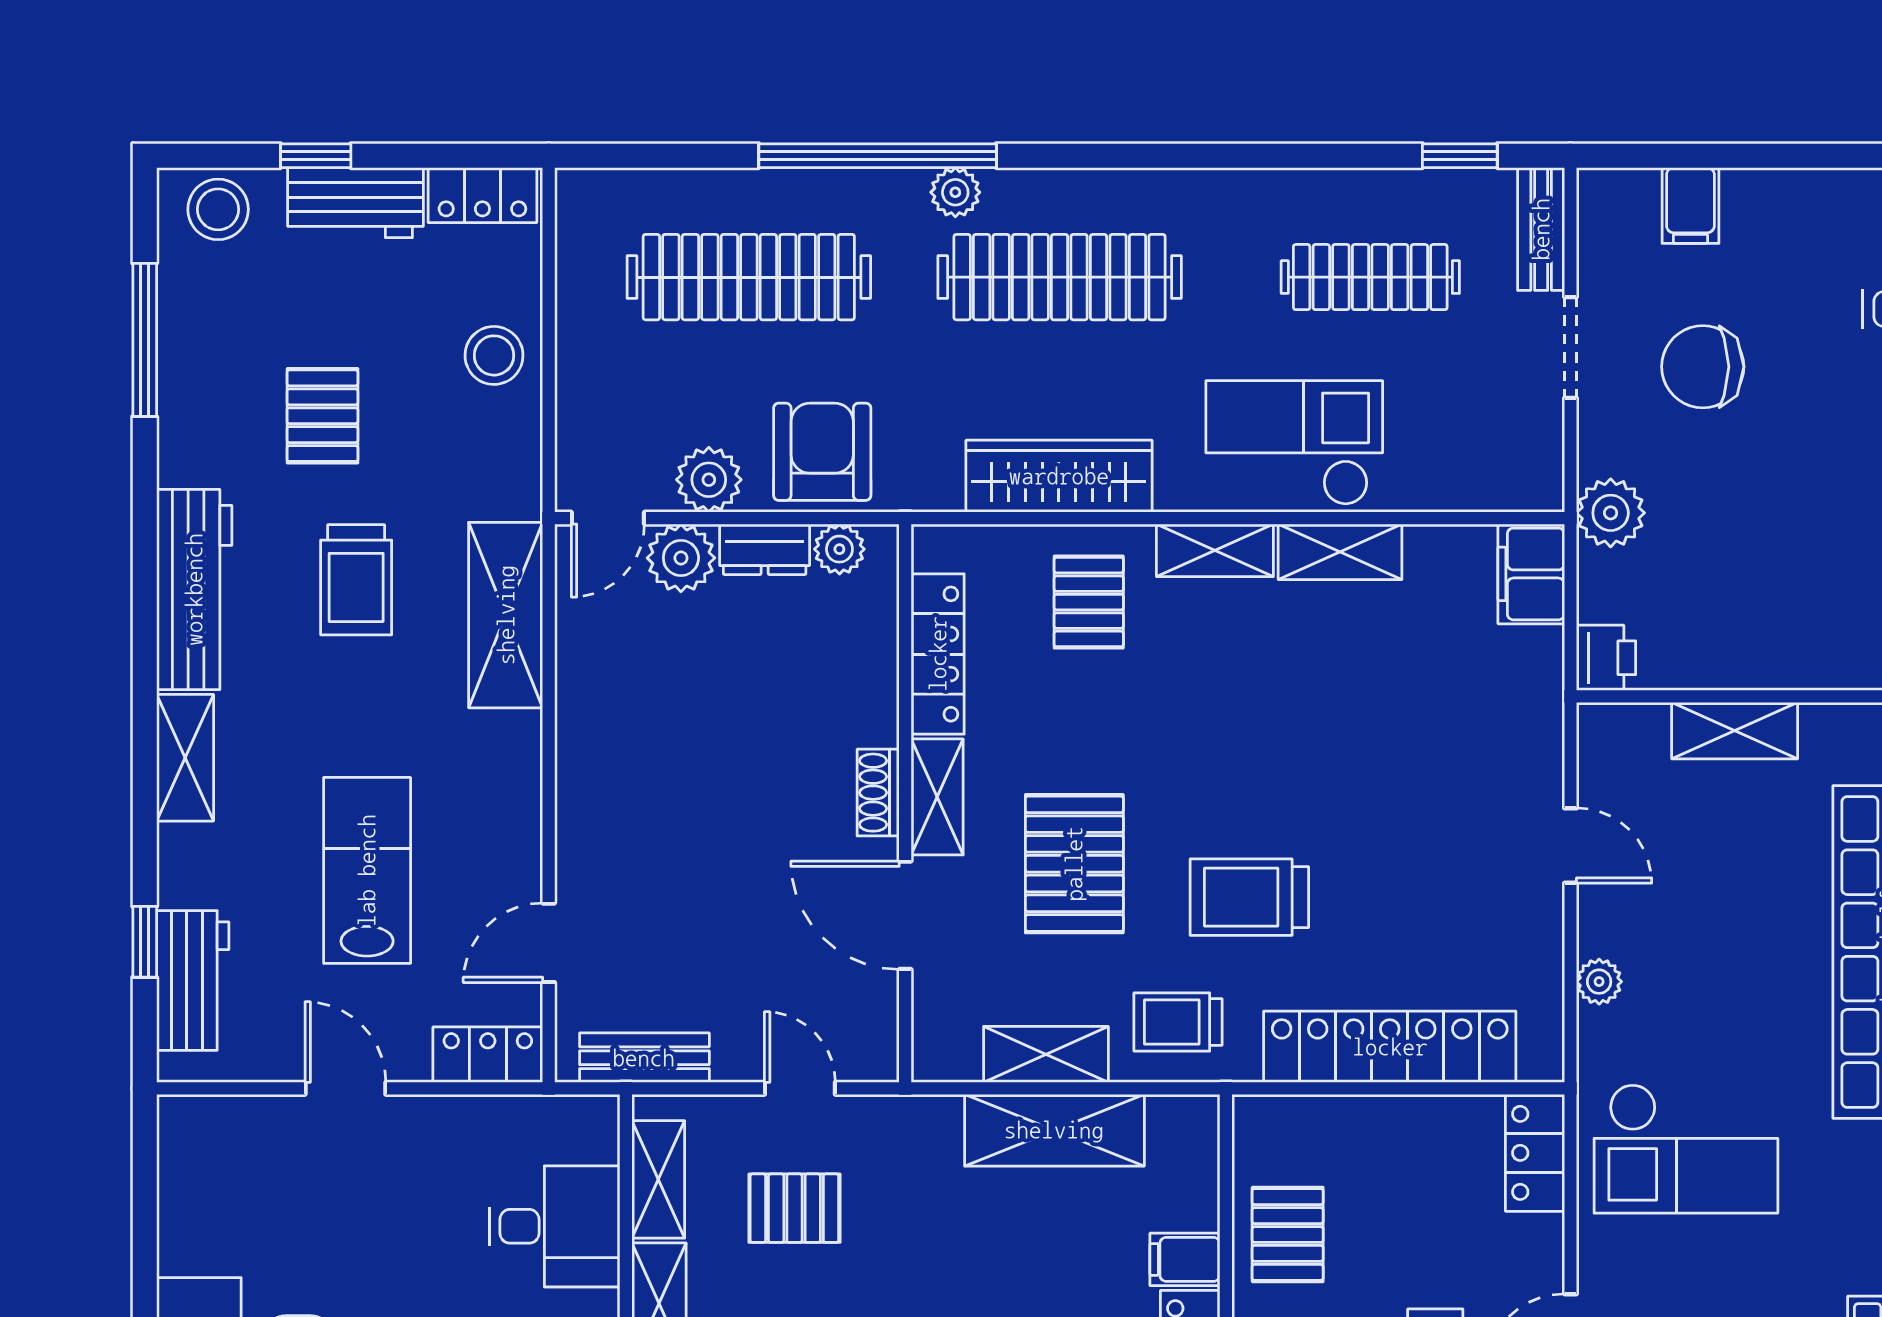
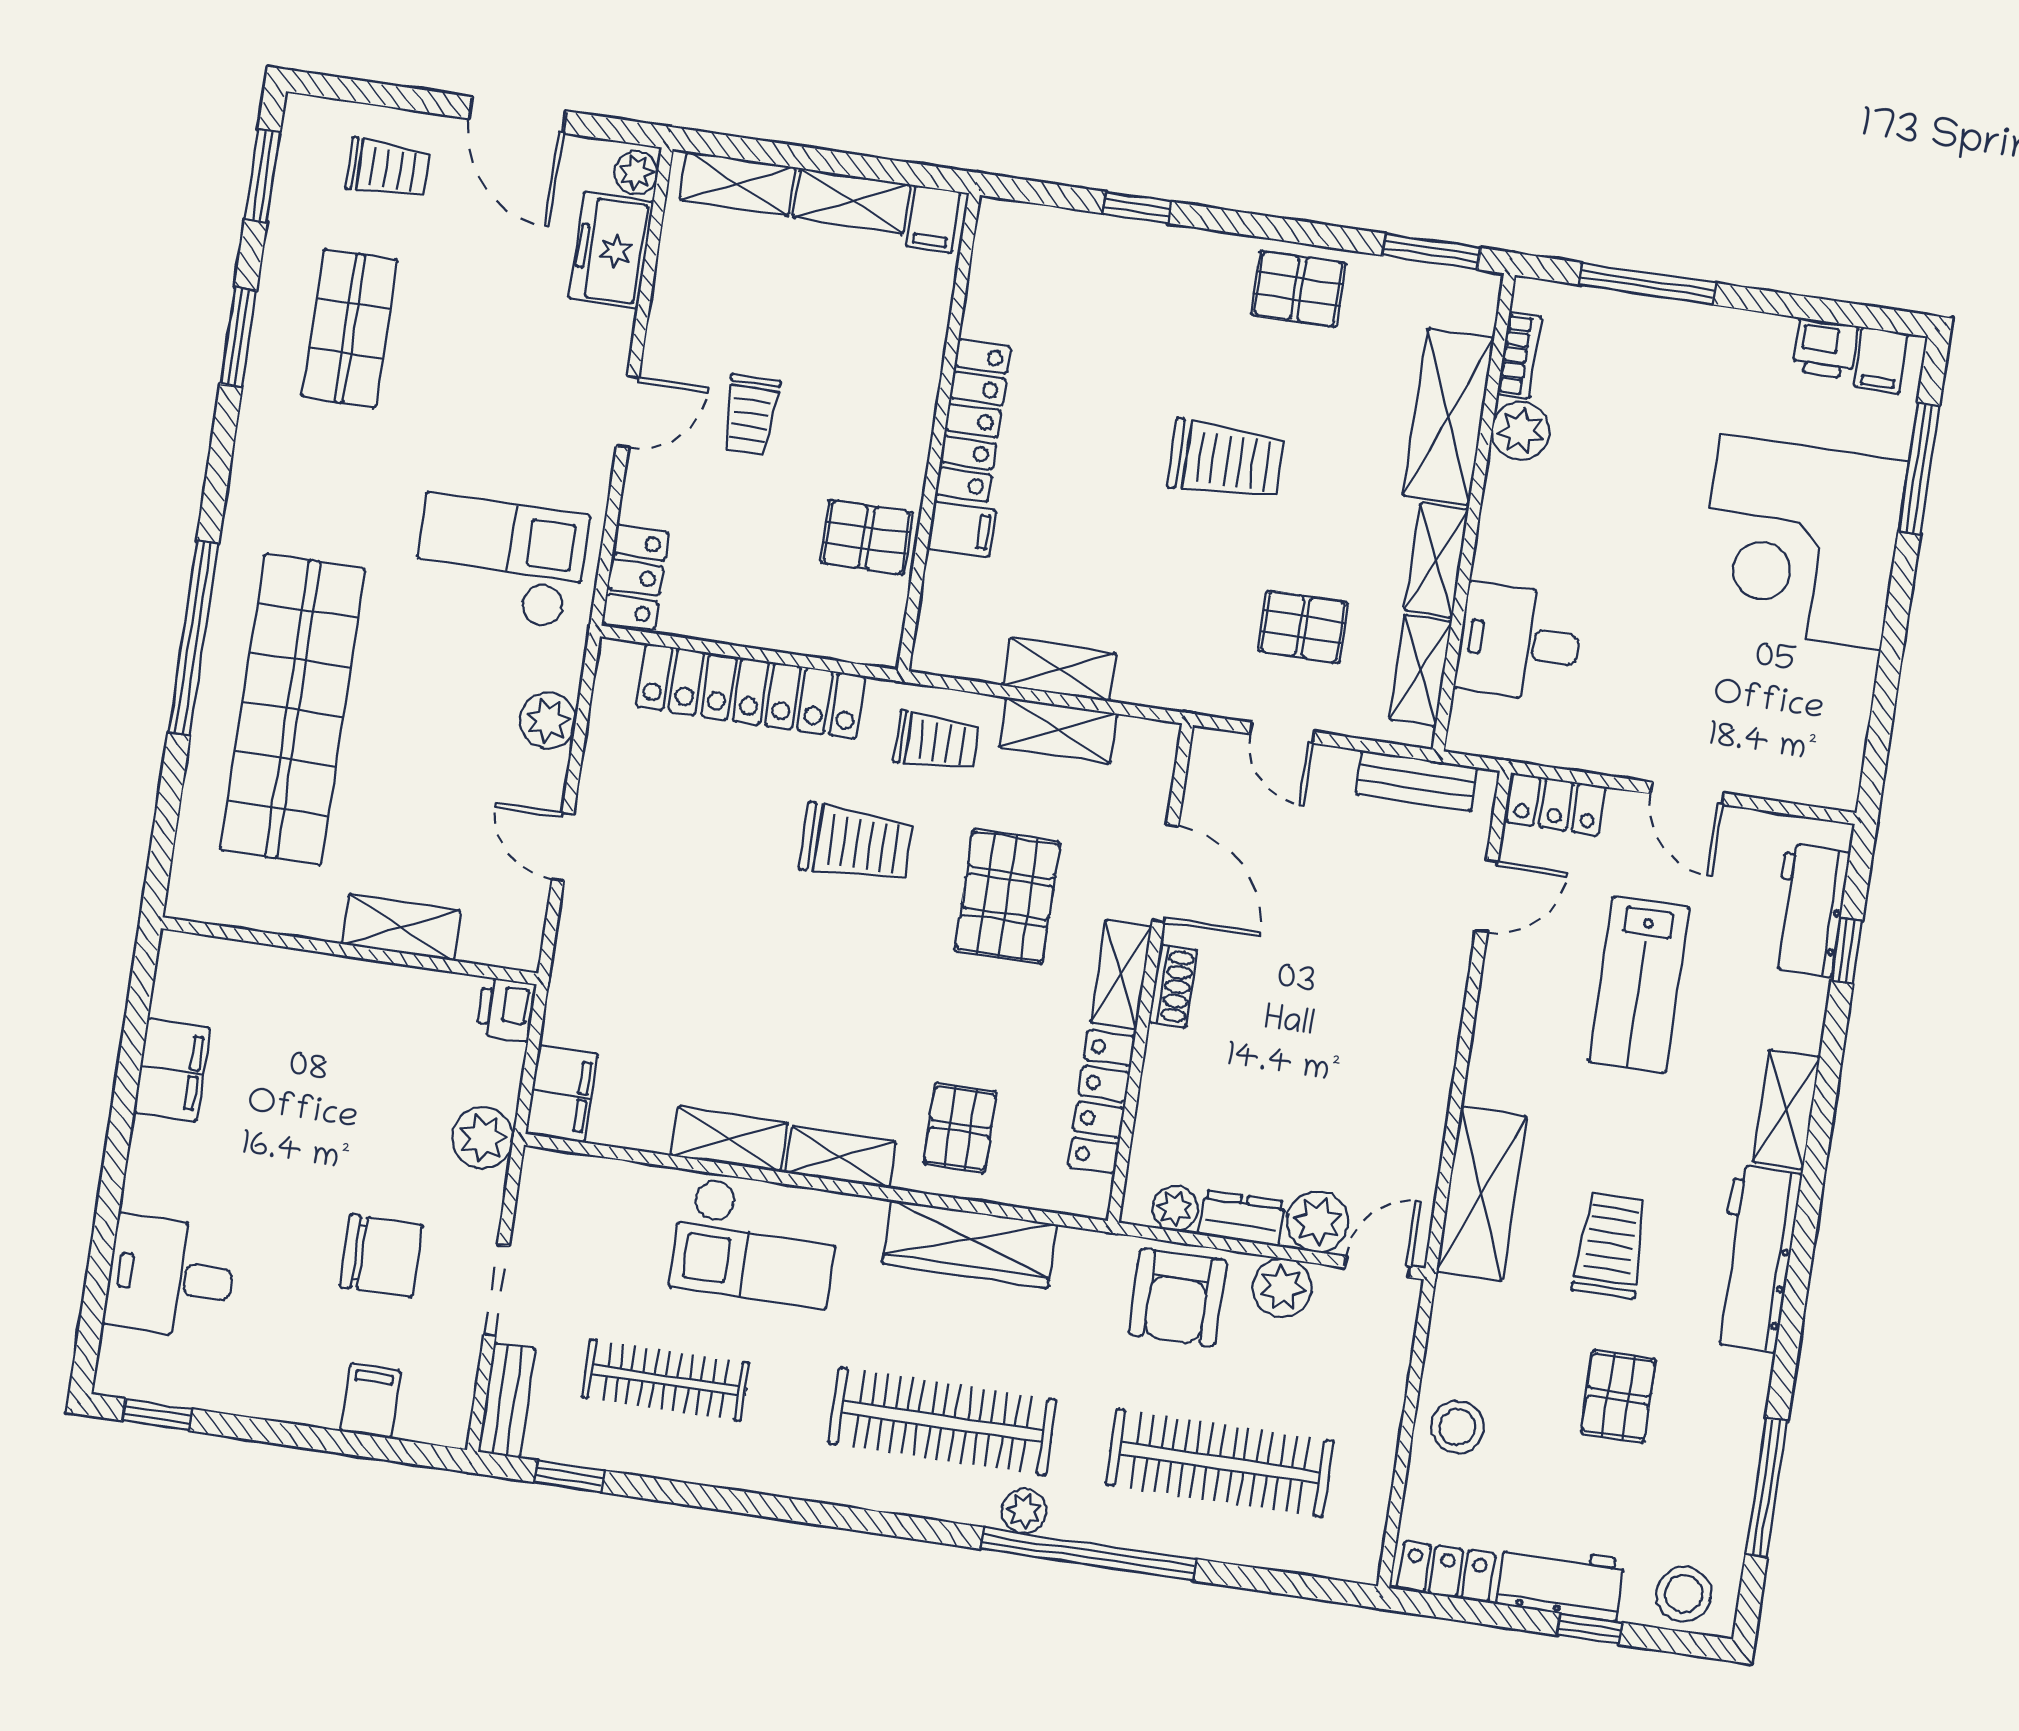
plant: (1599, 982) -> (548, 720), width x1.38, depth x1.38
shelving: (1054, 1130) -> (1060, 670), width x0.67, depth x0.75
pallet: (1288, 1235) -> (867, 538), turned 90

